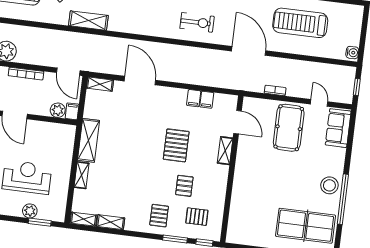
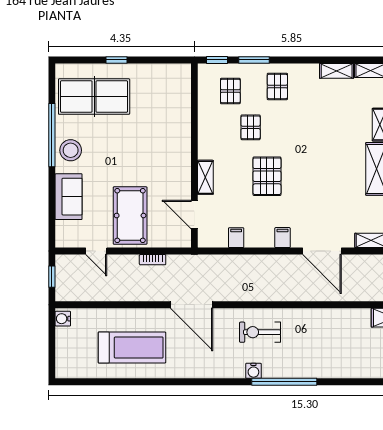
filing cabinet: (194, 98) -> (283, 238), moved
sofa: (338, 128) -> (69, 197), moved
pallet: (197, 217) -> (230, 91), turned 90

